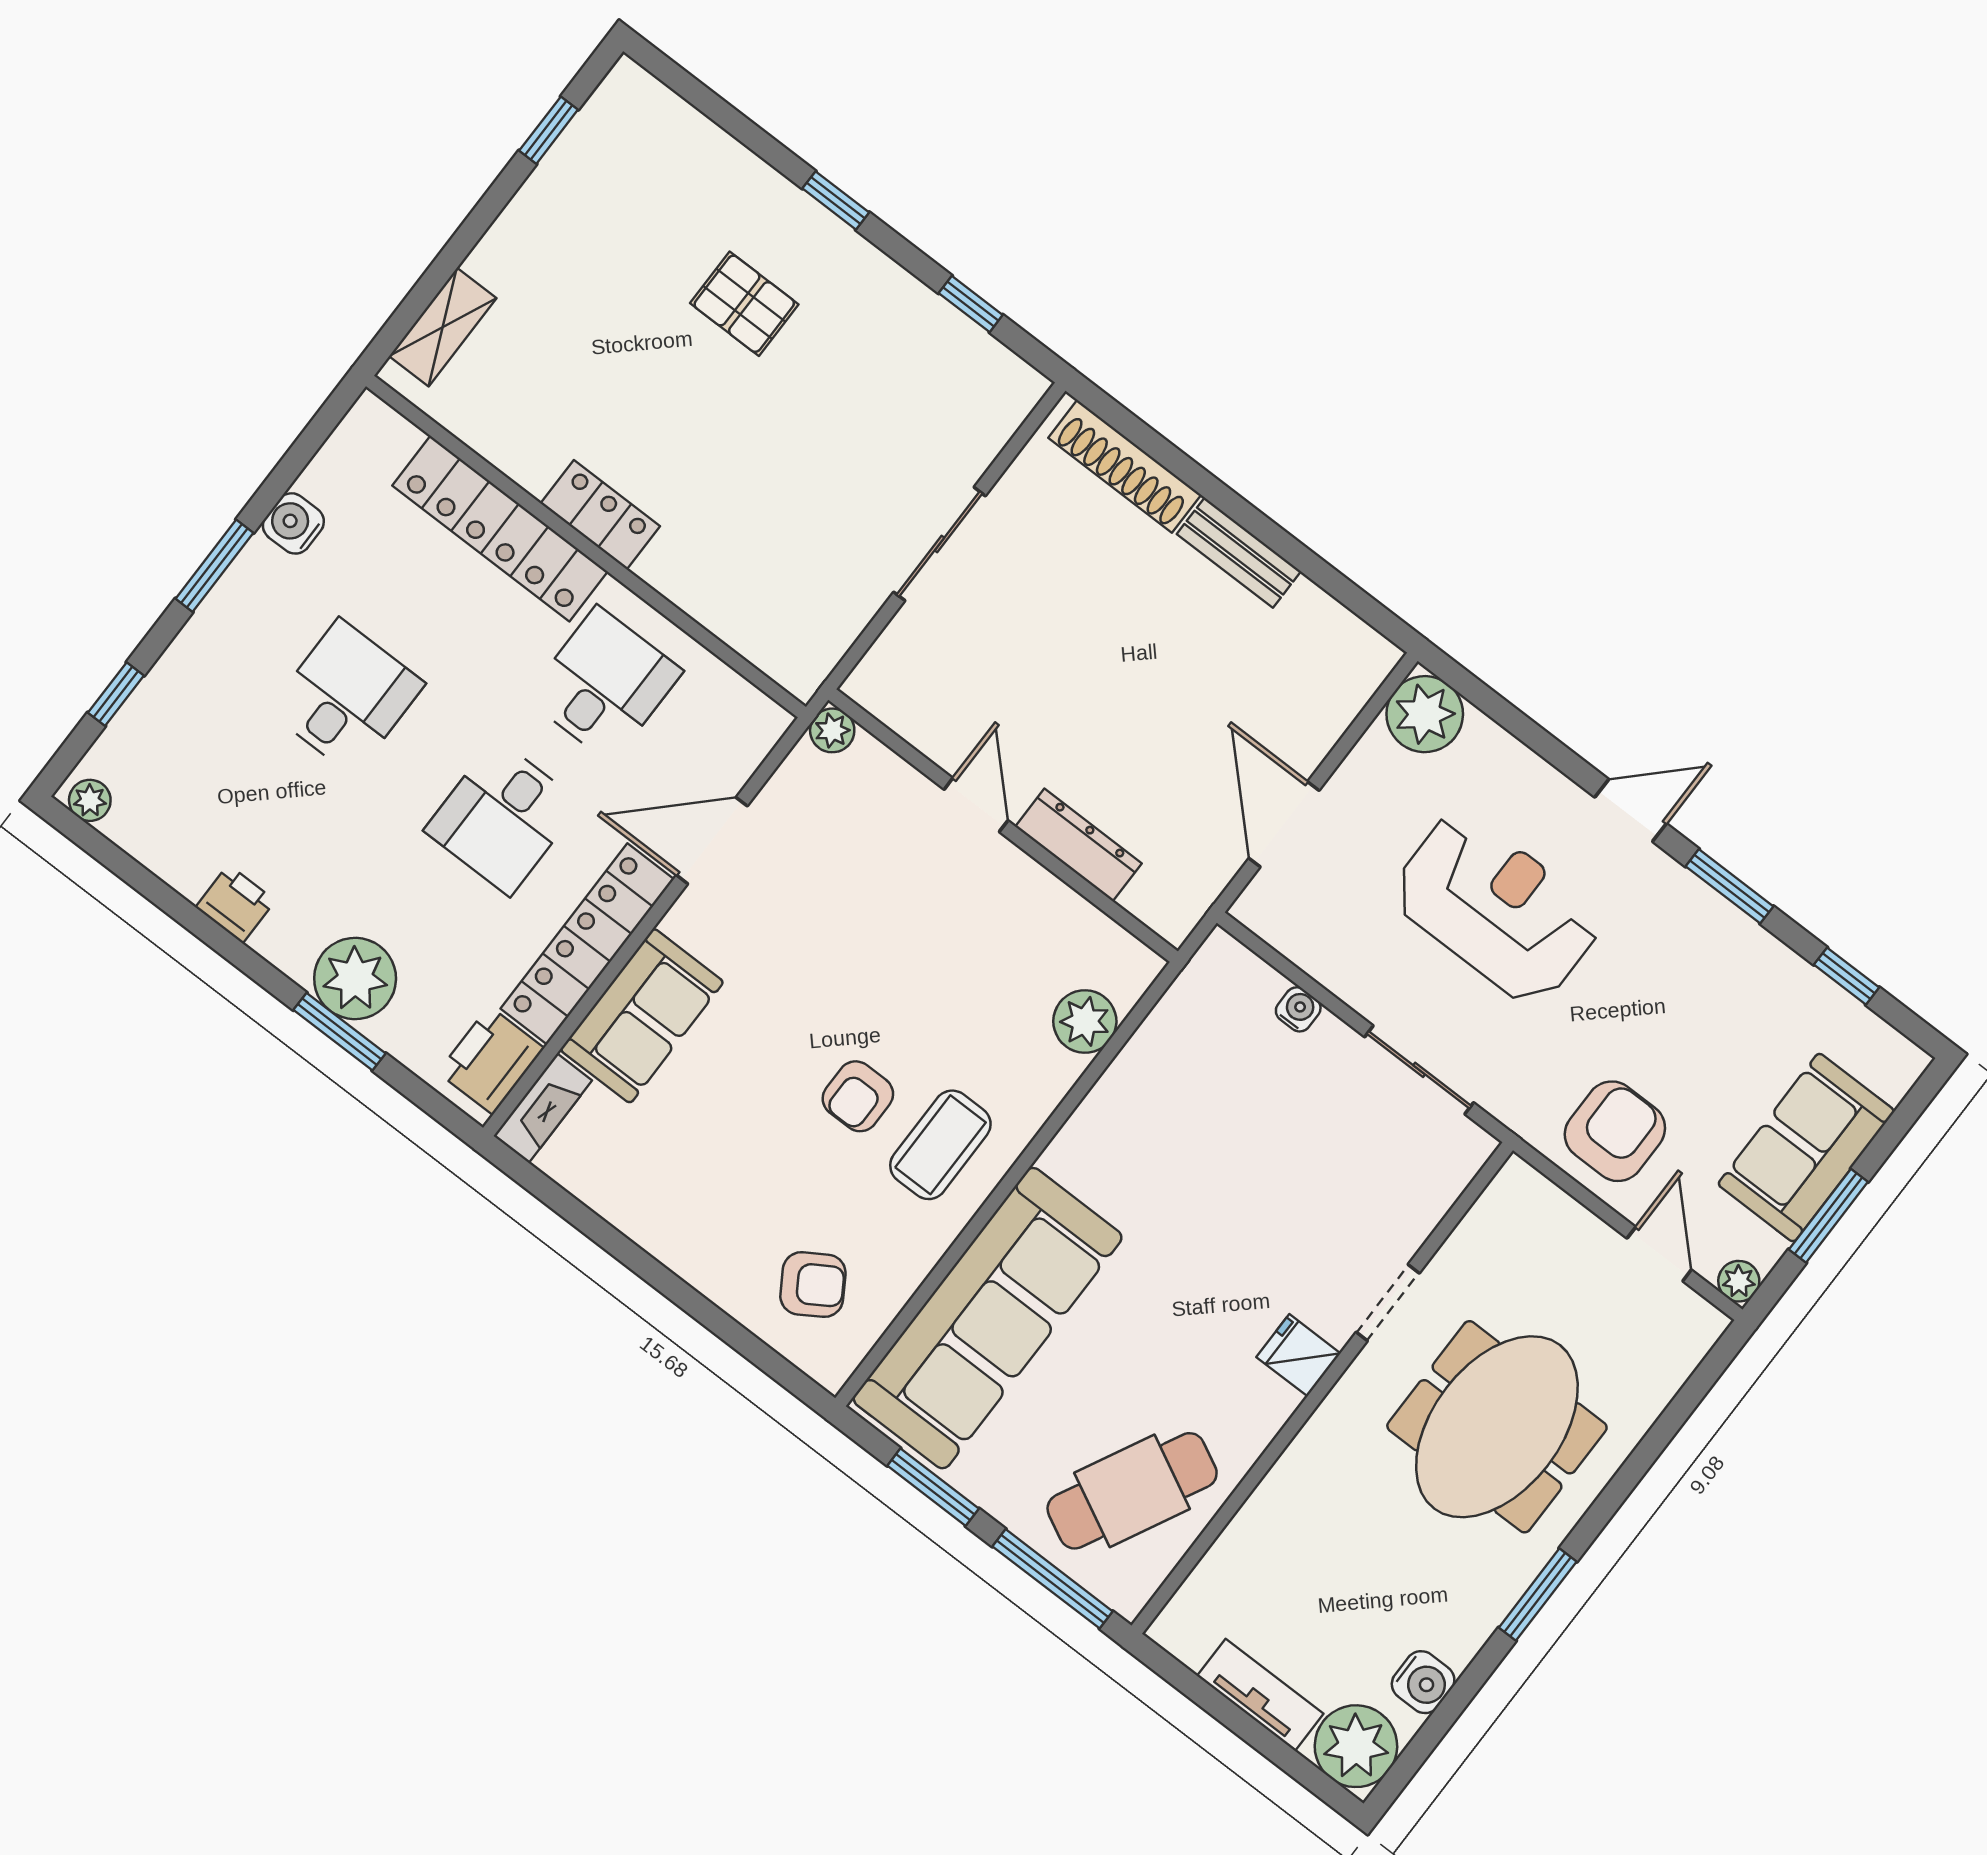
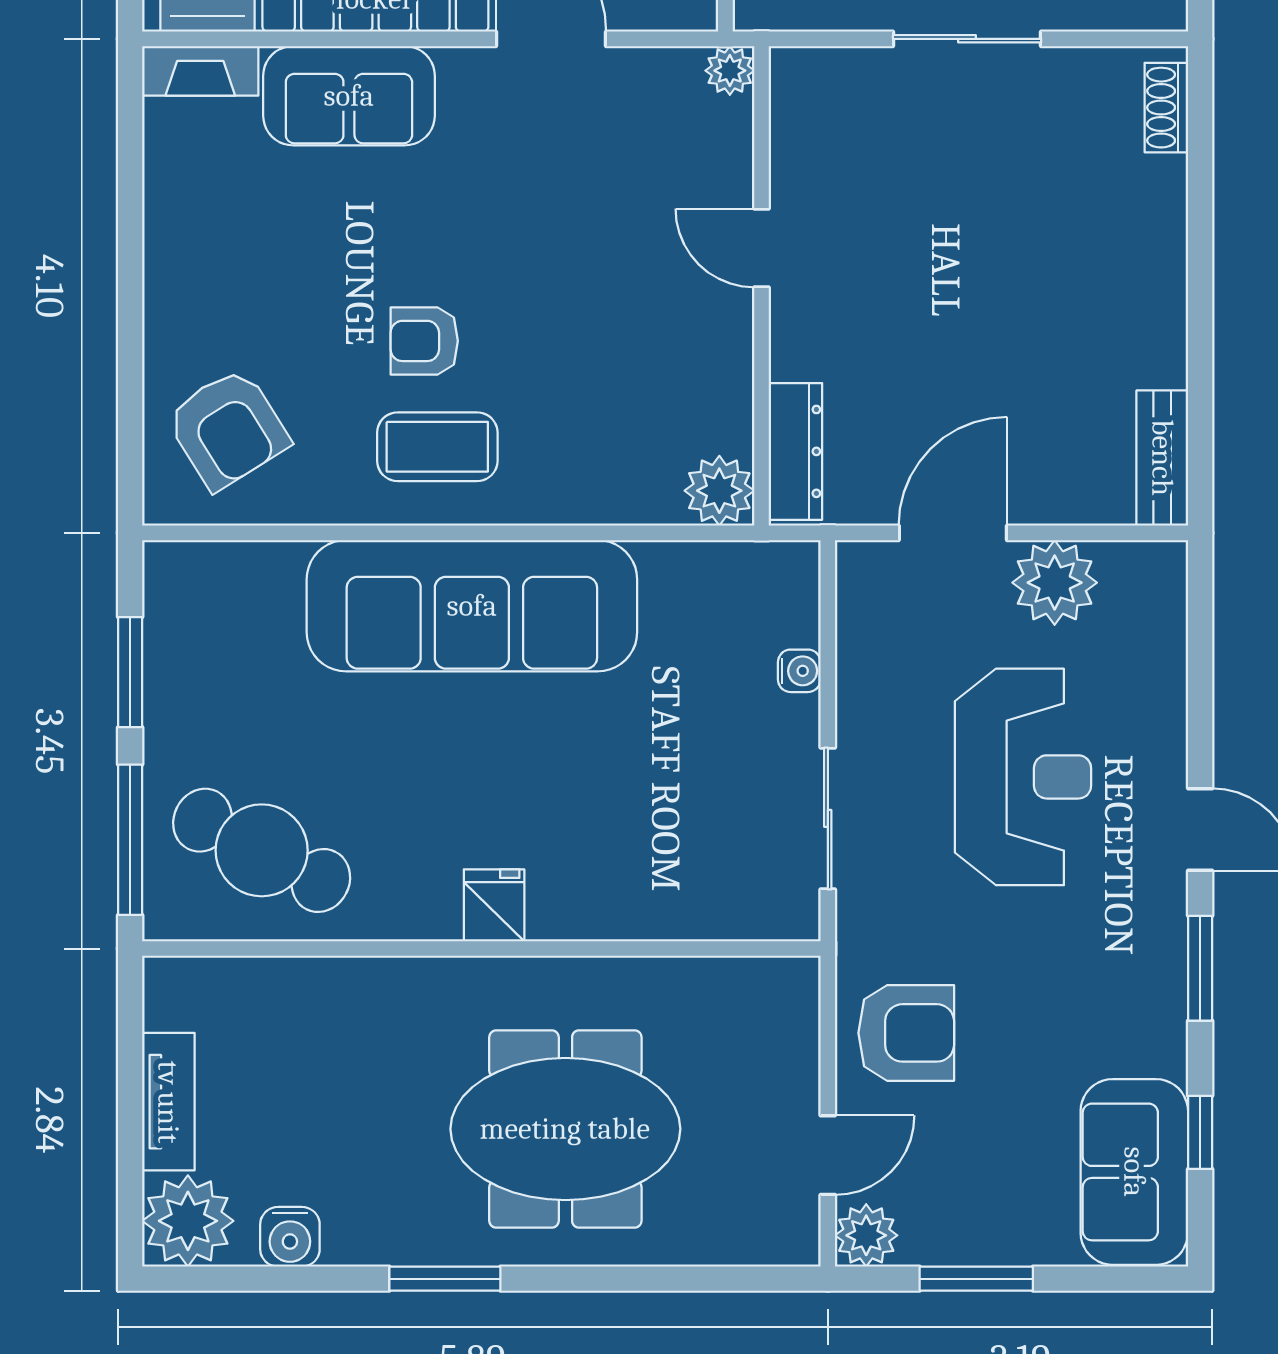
shoe rack: (1125, 466) -> (1166, 108), width x0.51, depth x0.81
bench: (1239, 553) -> (1162, 458), moved
plant: (1425, 714) -> (1055, 583), moved
door: (976, 805) -> (761, 248), swing flipped
dresser: (1078, 845) -> (795, 451), moved
plant: (1085, 1021) -> (719, 491), moved
sofa: (1806, 1148) -> (1134, 1172), moved, turned -90
plant: (1739, 1281) -> (866, 1235), width x1.38, depth x1.38
armchair: (813, 1285) -> (228, 429), width x1.38, depth x1.38
doorway: (1388, 1303) -> (601, 949), removed
sofa: (988, 1318) -> (472, 606), moved

